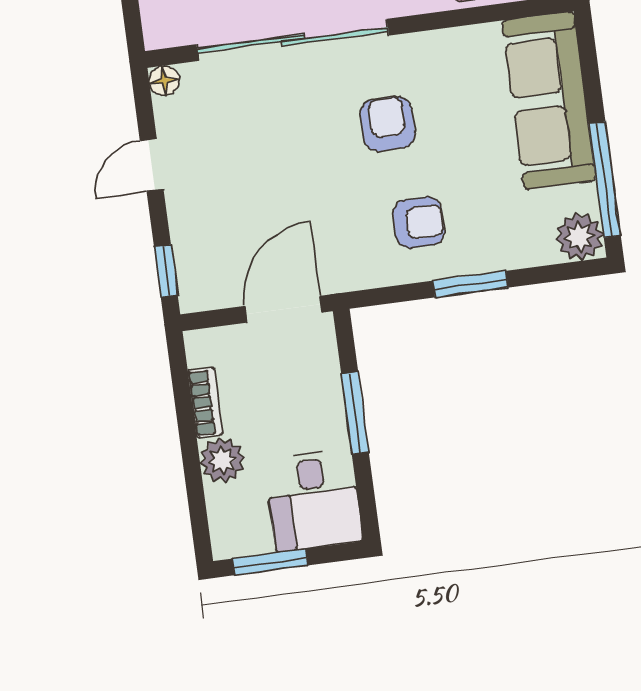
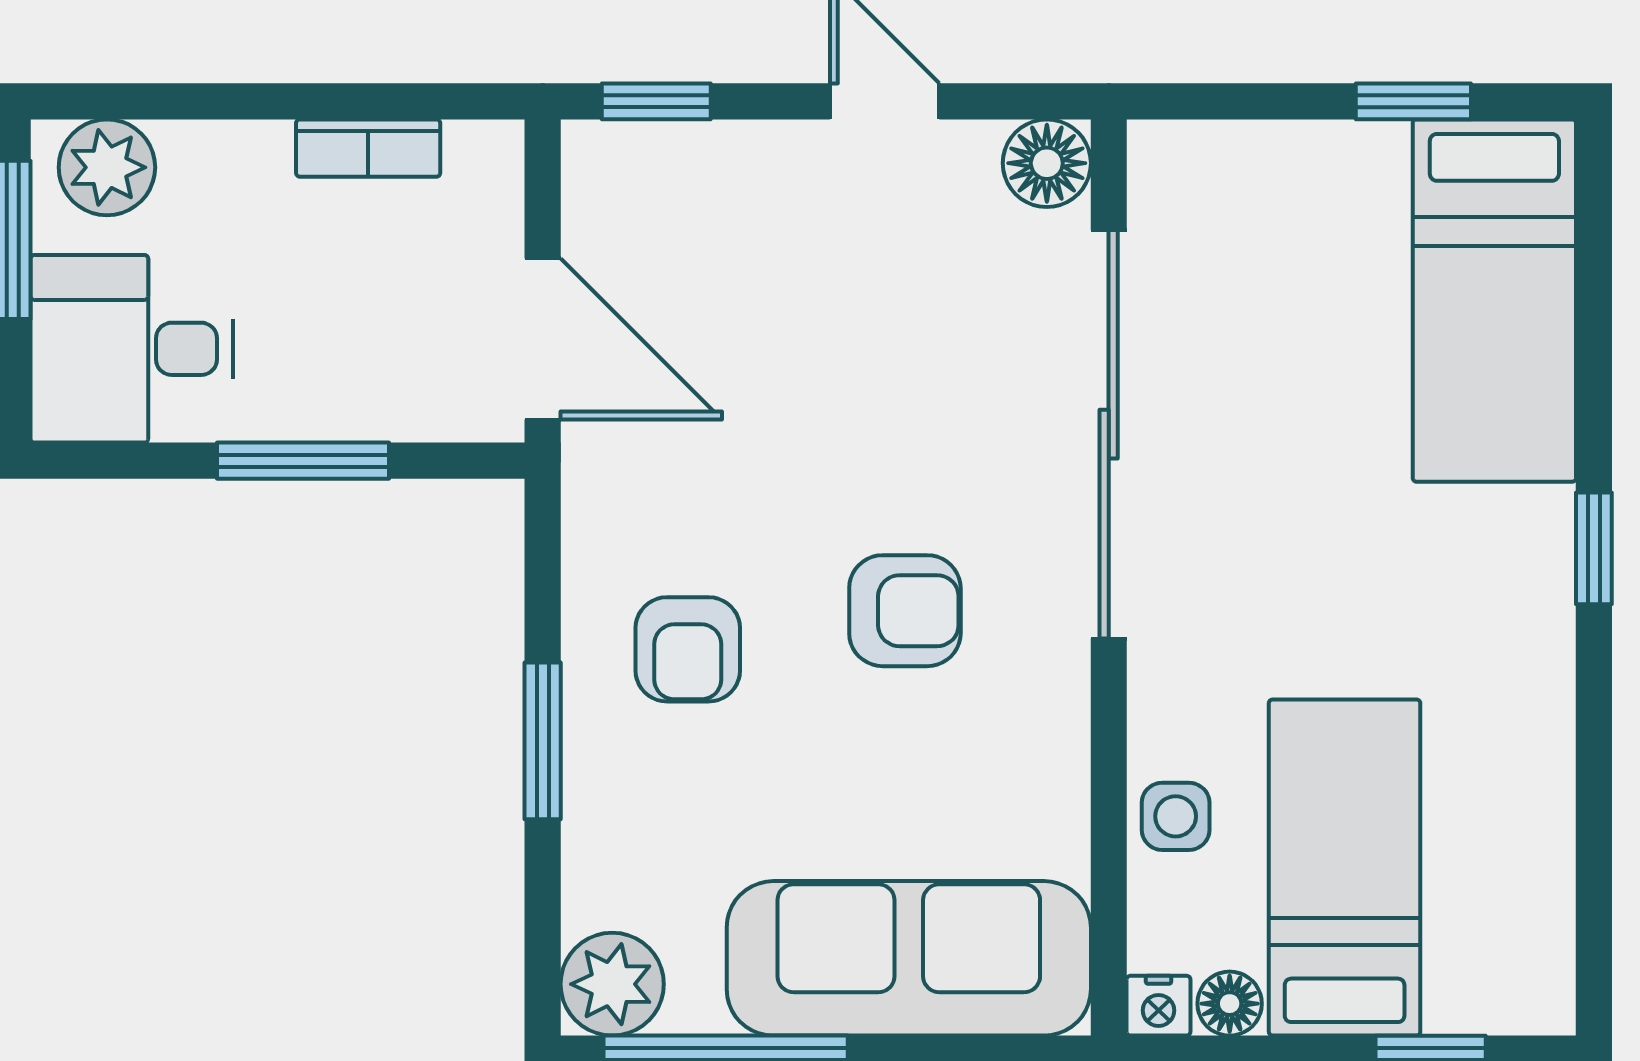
floor lamp: (164, 81) -> (1047, 163), width x1.37, depth x1.37
plant: (222, 460) -> (107, 167), moved

